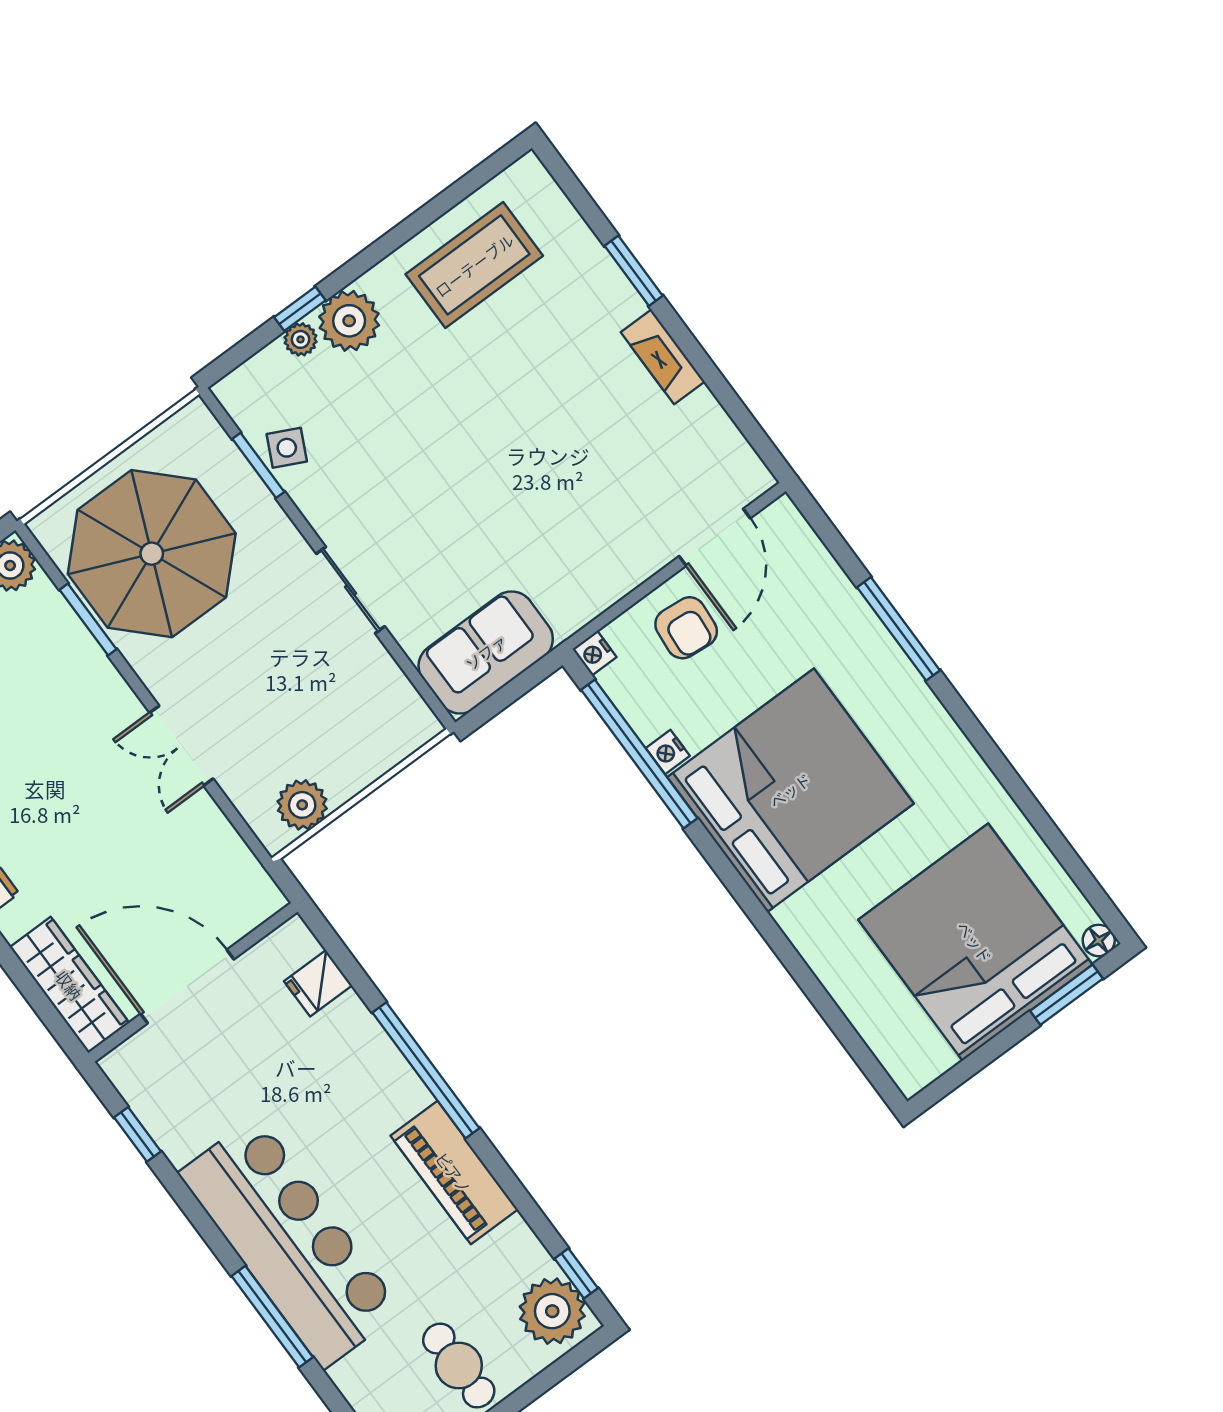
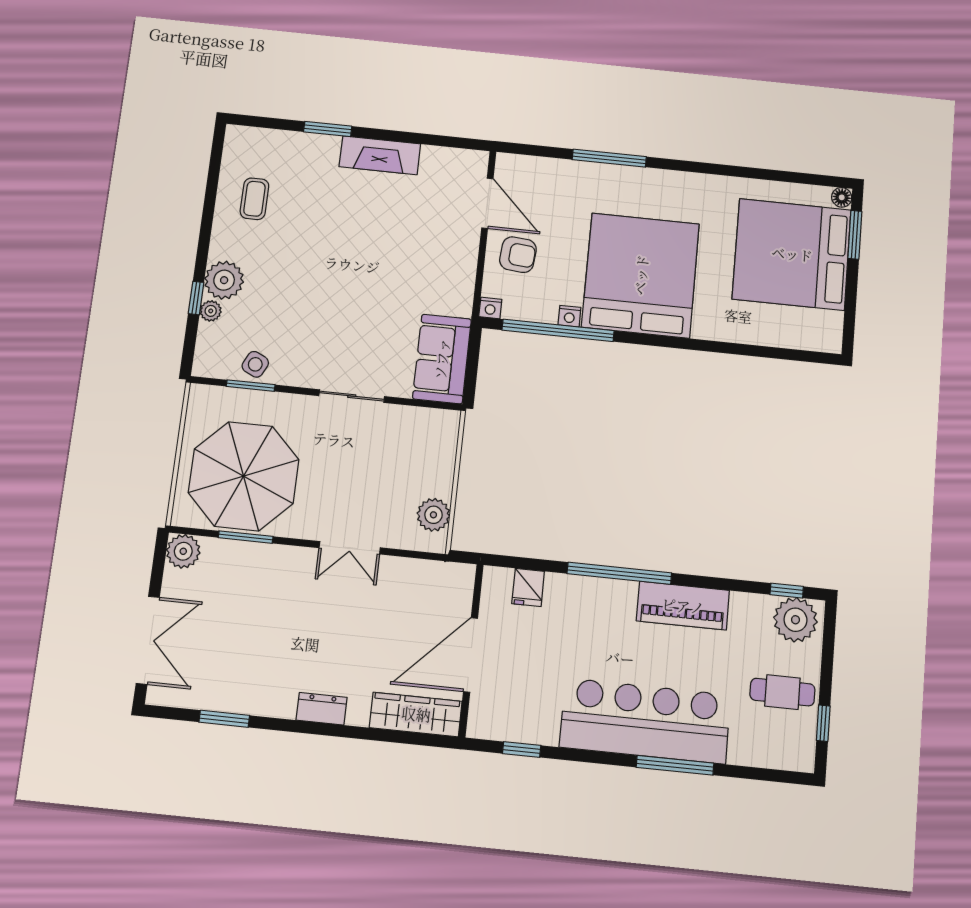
coffee table: (474, 265) -> (254, 199), width x0.54, depth x0.58
fireplace: (663, 357) -> (380, 155), width x1.37, depth x1.32

